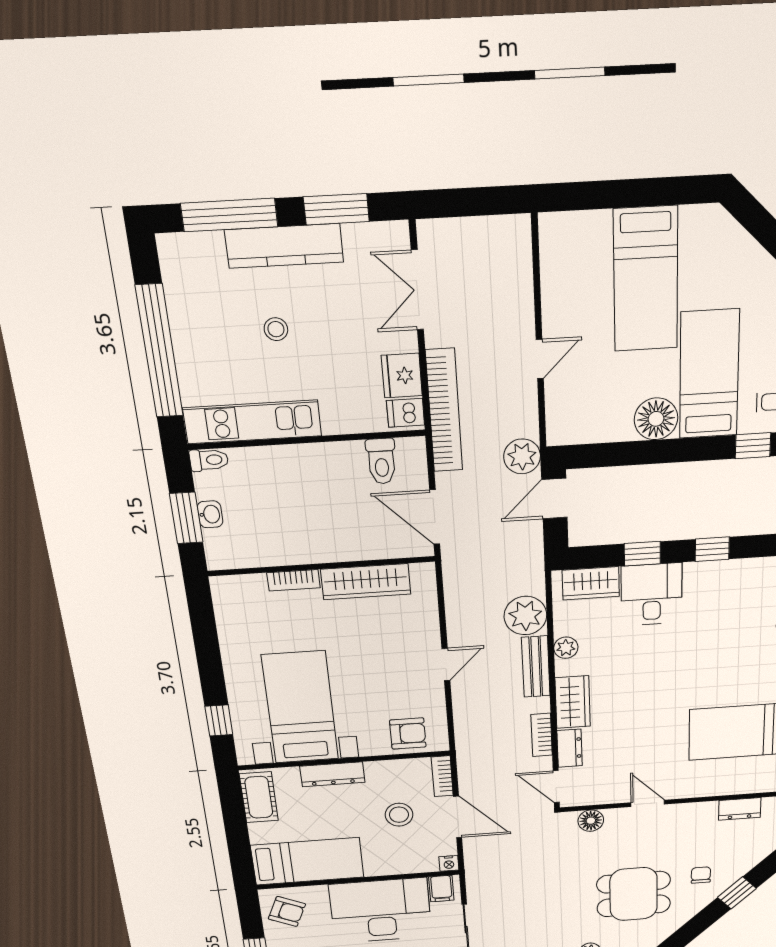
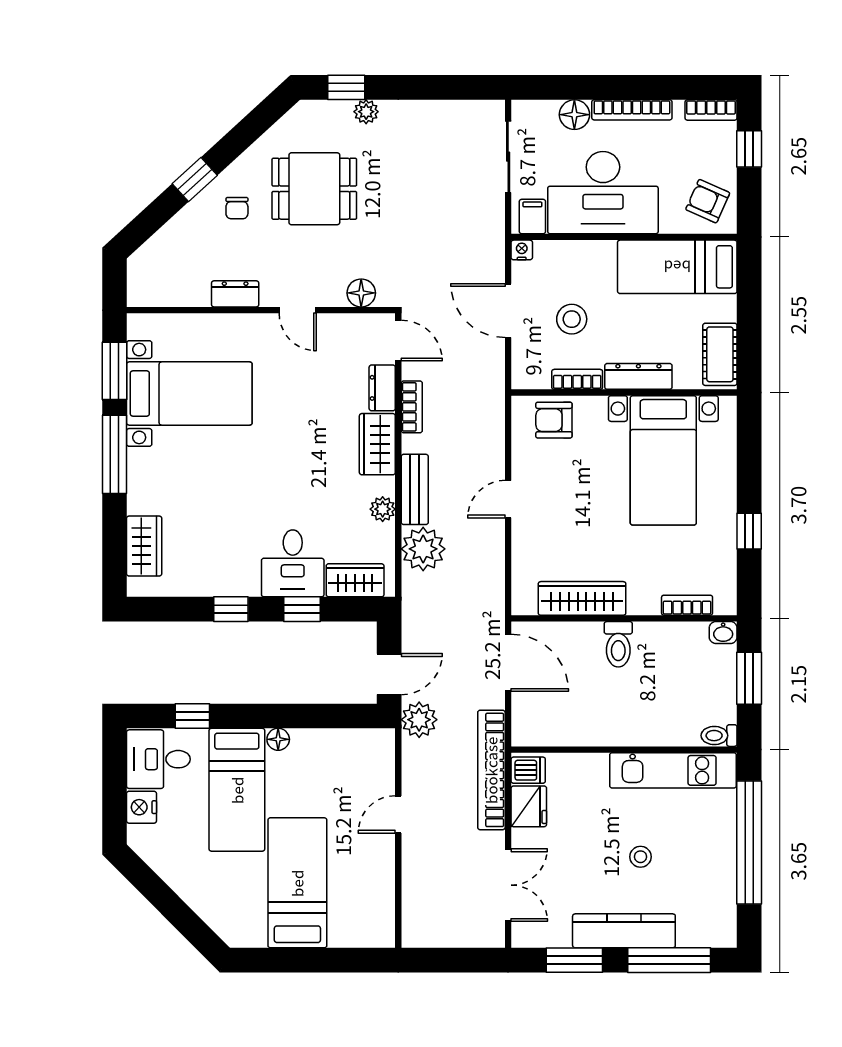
floor lamp: (656, 419) -> (278, 739), width x0.53, depth x0.53
toilet: (381, 461) -> (618, 644), moved, turned 180
washbasin: (210, 514) -> (723, 633), moved, turned -90
bookcase: (293, 580) -> (687, 605), moved
window: (219, 720) -> (749, 531), moved
bookcase: (442, 776) -> (577, 379), moved, turned -90
dresser: (740, 809) -> (235, 294), moved

